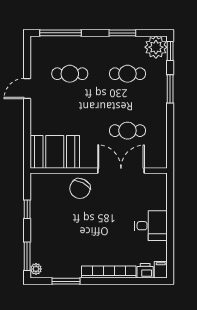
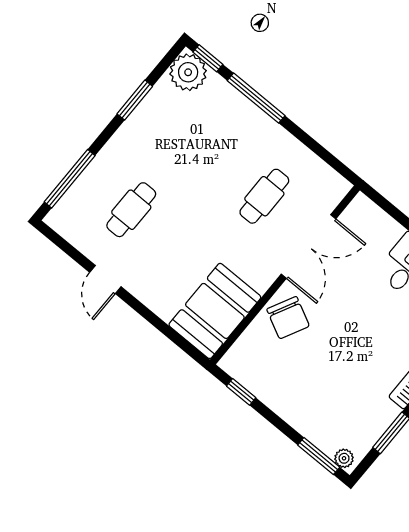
cafe table: (127, 74) -> (192, 136), removed
window: (170, 89) -> (256, 98), width x1.44
double door: (121, 171) -> (308, 246), swing flipped
window: (27, 209) -> (241, 392), moved

